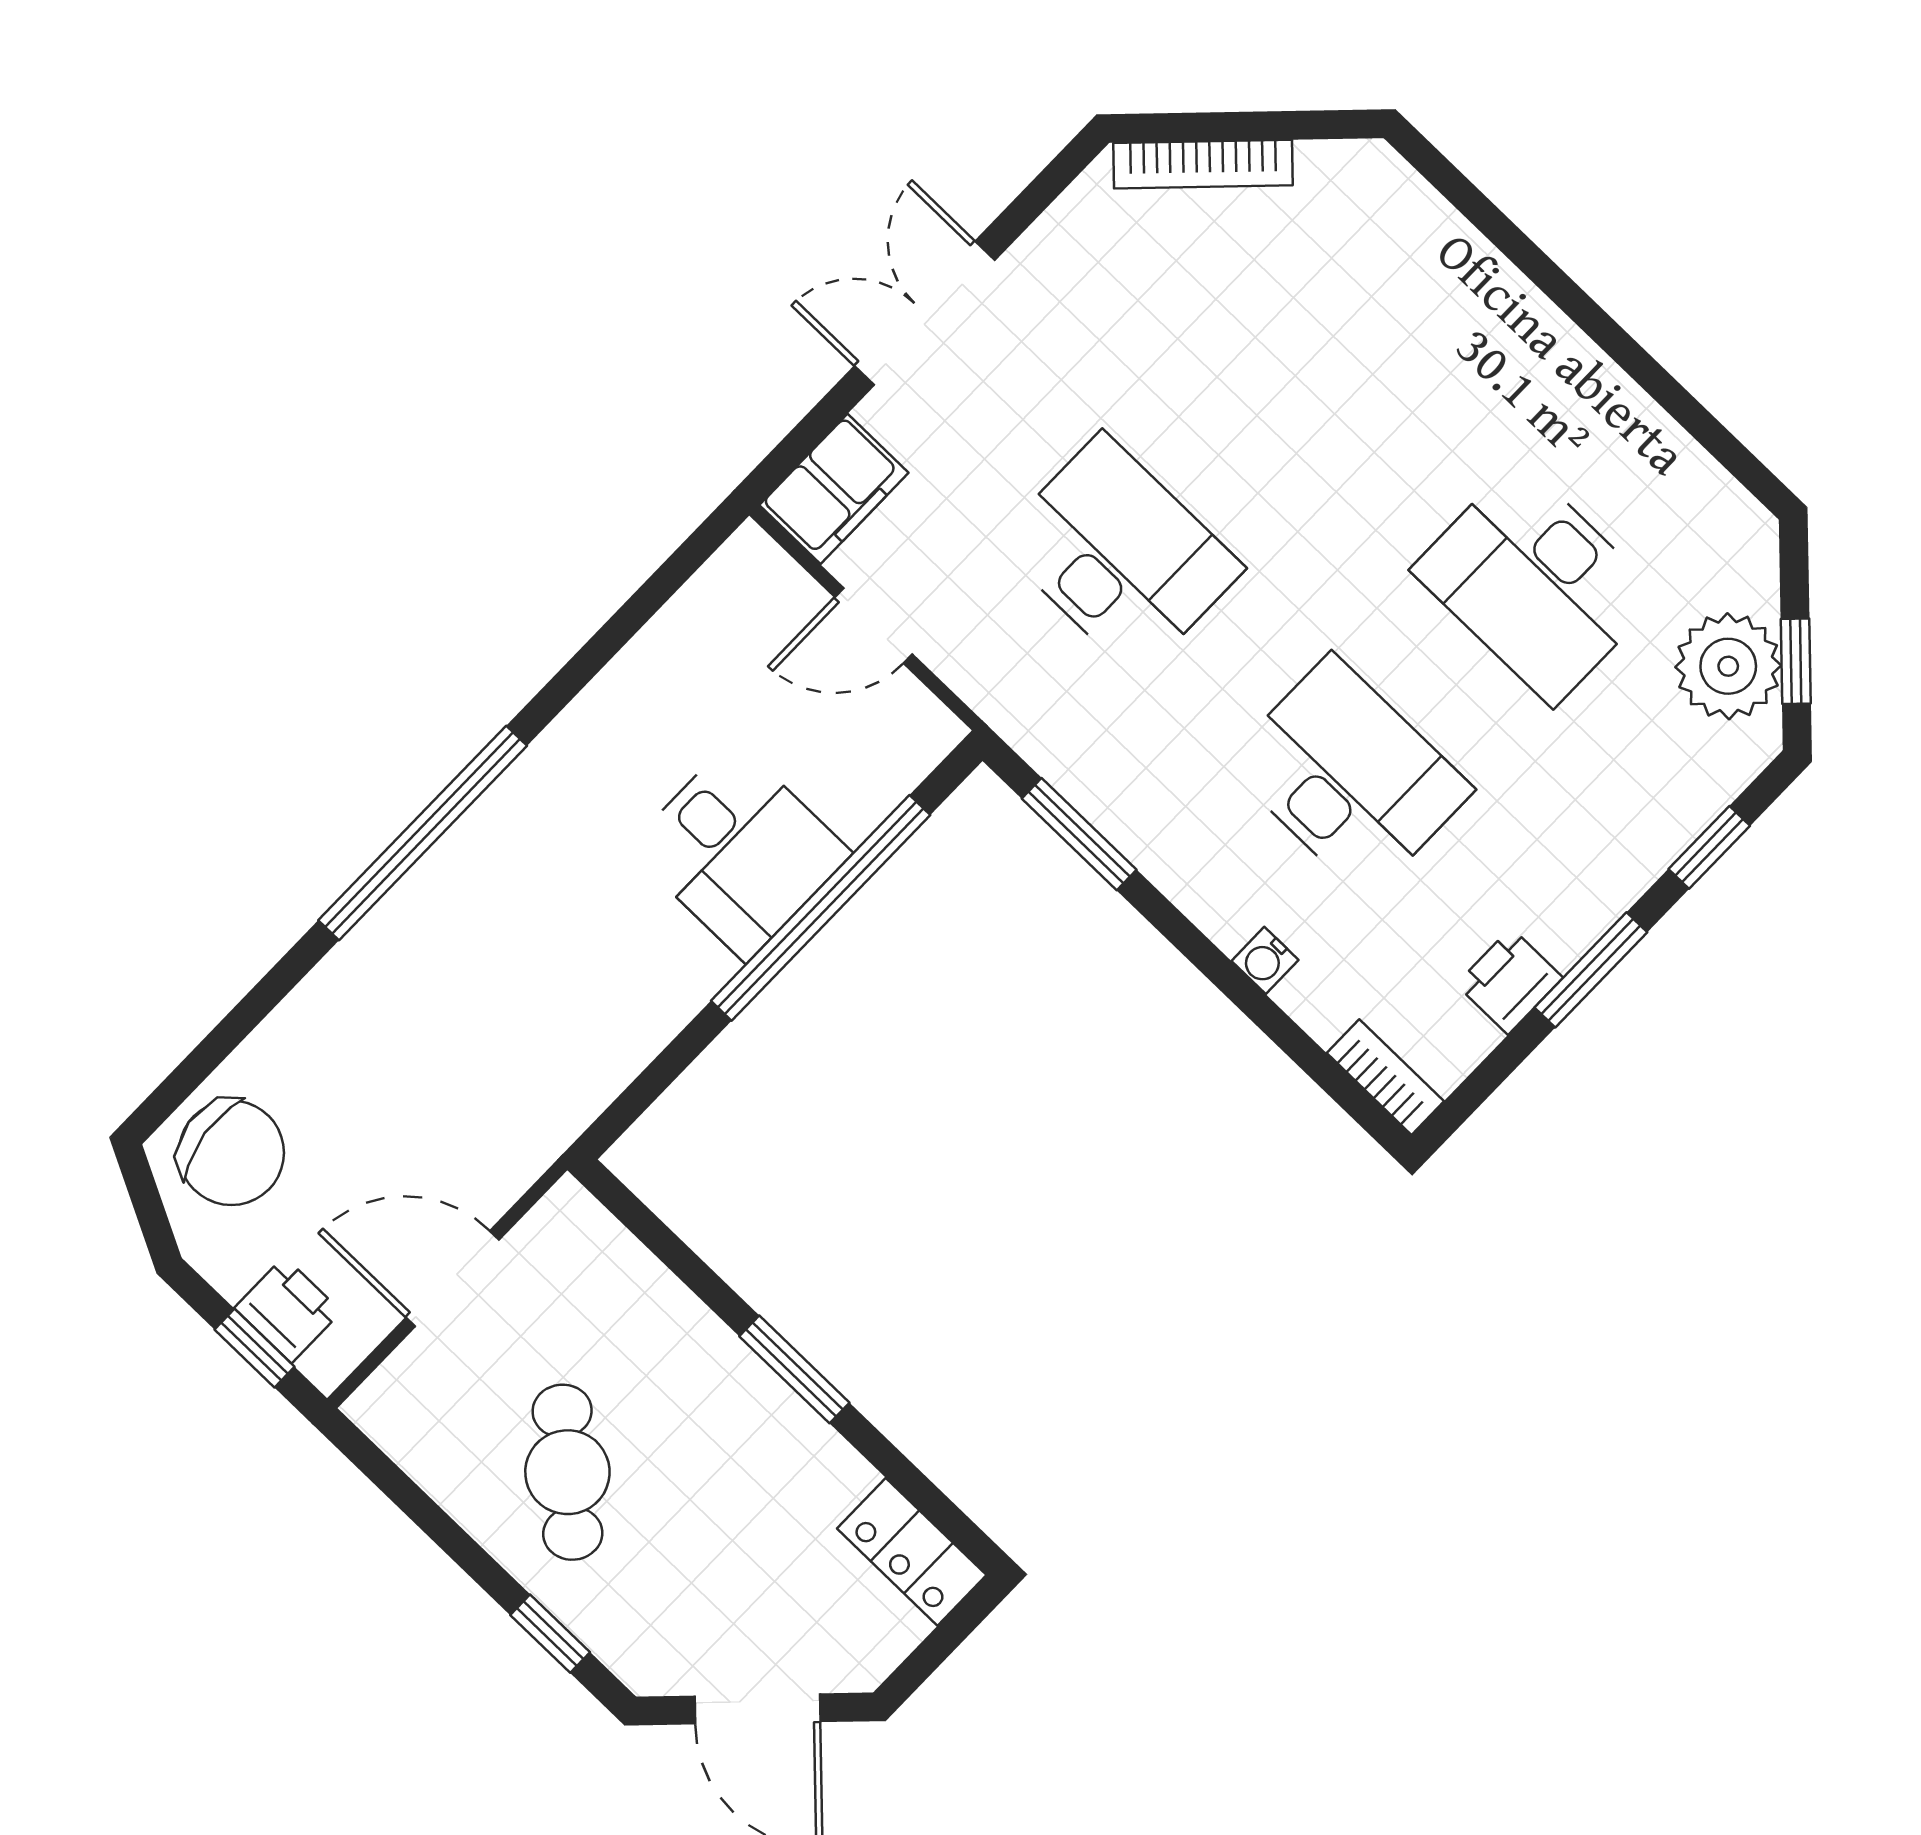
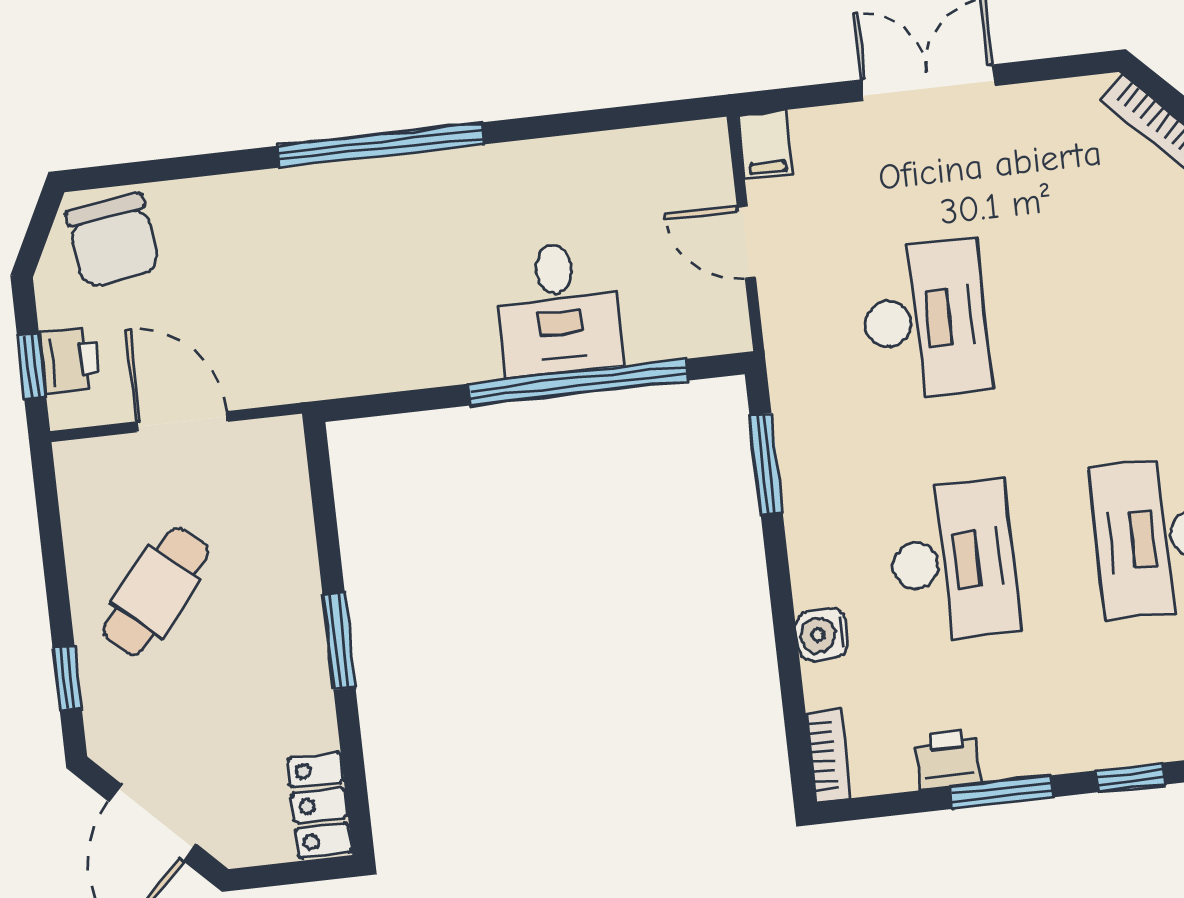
filing cabinet: (834, 489) -> (765, 145), width x0.50
water cooler: (1265, 960) -> (822, 635), width x1.38, depth x1.38

